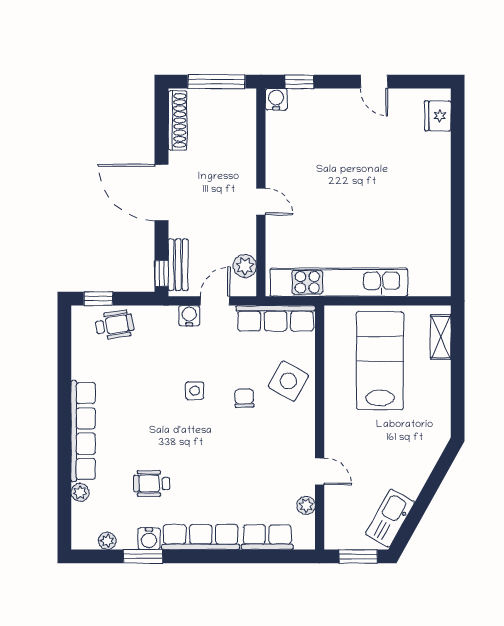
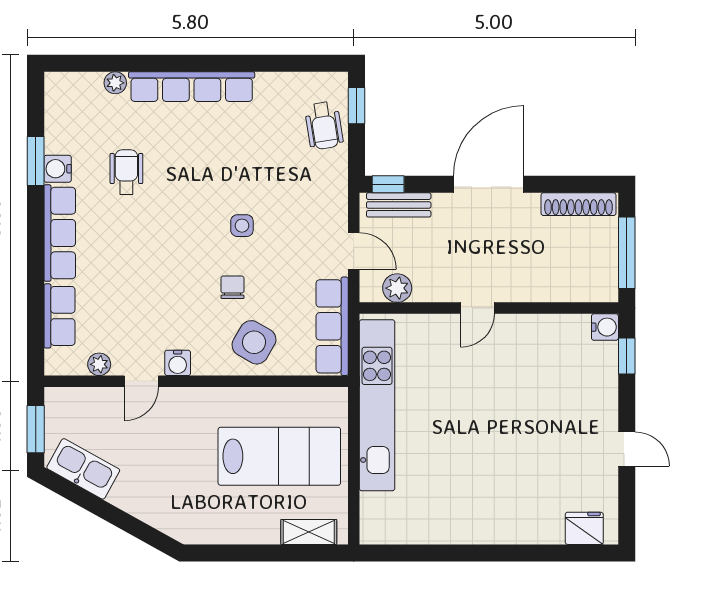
door: (374, 82) -> (627, 449), swing flipped
water cooler: (189, 316) -> (178, 363), moved, turned 90
chair: (244, 398) -> (233, 287), turned -88
plant: (107, 541) -> (55, 117), removed

